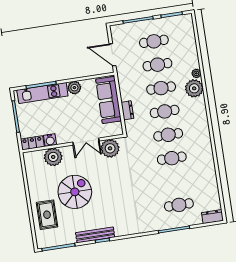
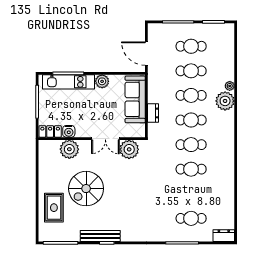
spiral stairs: (75, 192) -> (86, 189), turned 180

